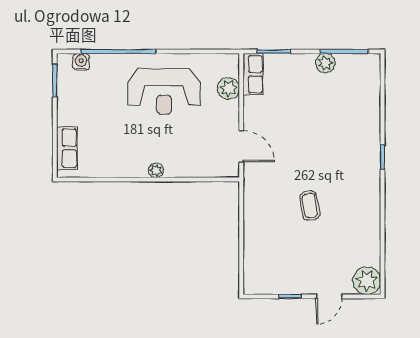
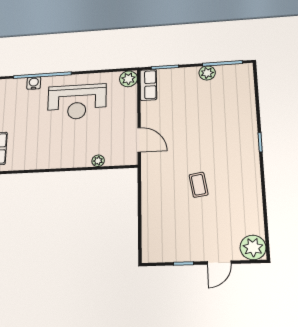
water cooler: (81, 62) -> (34, 83), moved
plant: (228, 88) -> (128, 79), moved
plant: (156, 170) -> (98, 161), moved

